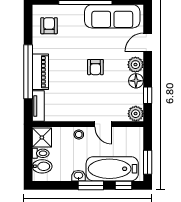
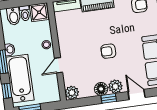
window: (148, 95) -> (109, 98), moved

